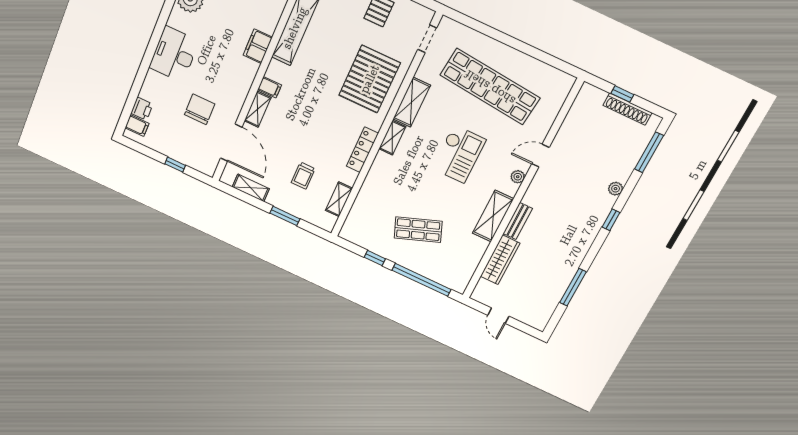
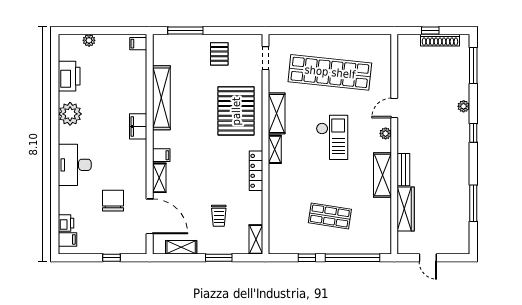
shelving: (339, 199) -> (256, 239), moved
shop shelf: (418, 230) -> (330, 216), turned 30

